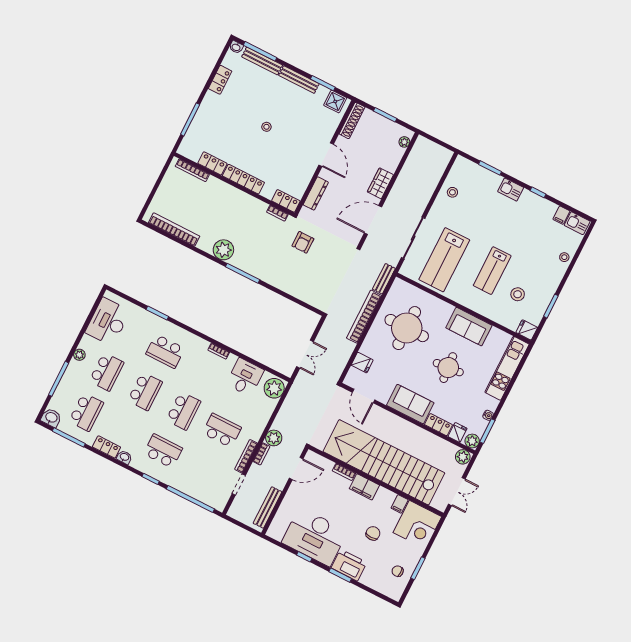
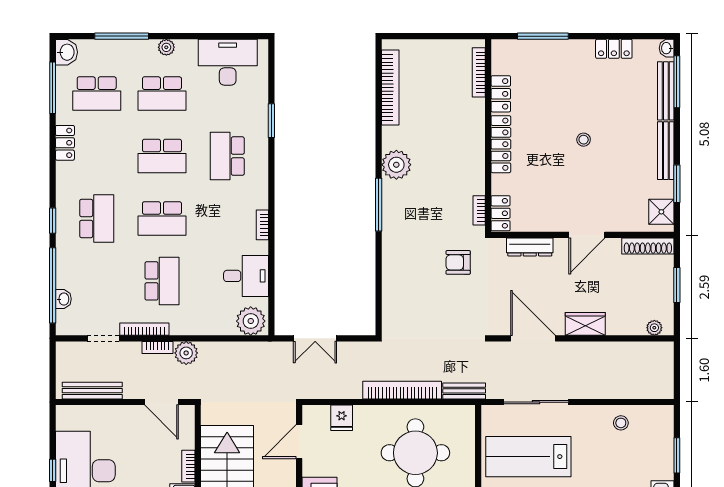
washbasin: (124, 457) -> (63, 299), moved

